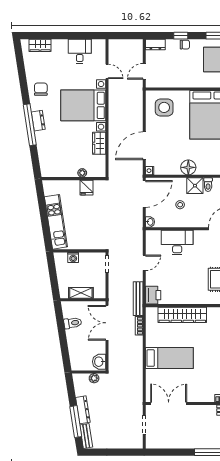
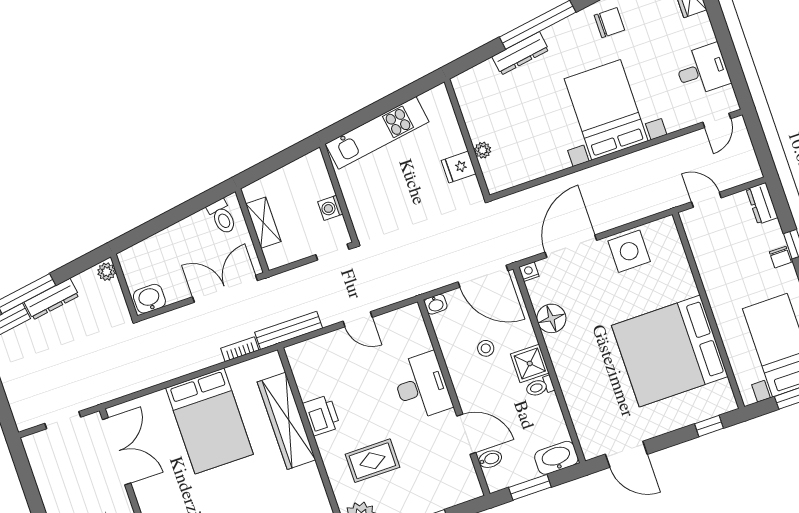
door: (107, 71) -> (717, 120), moved
side table: (164, 107) -> (629, 251), moved
dresser: (38, 121) -> (520, 53), moved, width x1.44
wardrobe: (99, 143) -> (547, 162), removed
door: (144, 146) -> (571, 246), hinge flipped
floor lamp: (188, 167) -> (551, 318), moved
desk: (177, 243) -> (422, 386), moved
washing machine: (73, 257) -> (330, 208), moved
printer: (153, 295) -> (321, 415), moved, turned -90
toilet: (73, 323) -> (222, 217), moved
bed: (169, 358) -> (209, 421), width x1.50
plant: (94, 378) -> (107, 272), moved

